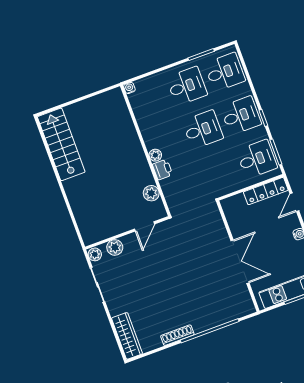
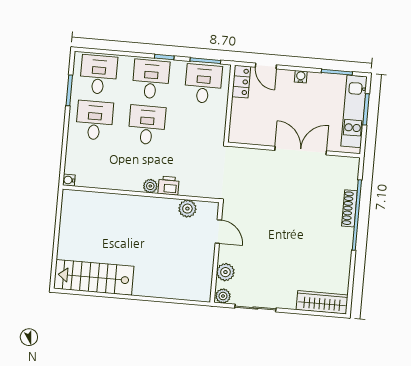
locker: (266, 191) -> (241, 82), width x0.66
shoe rack: (177, 335) -> (349, 208), moved

